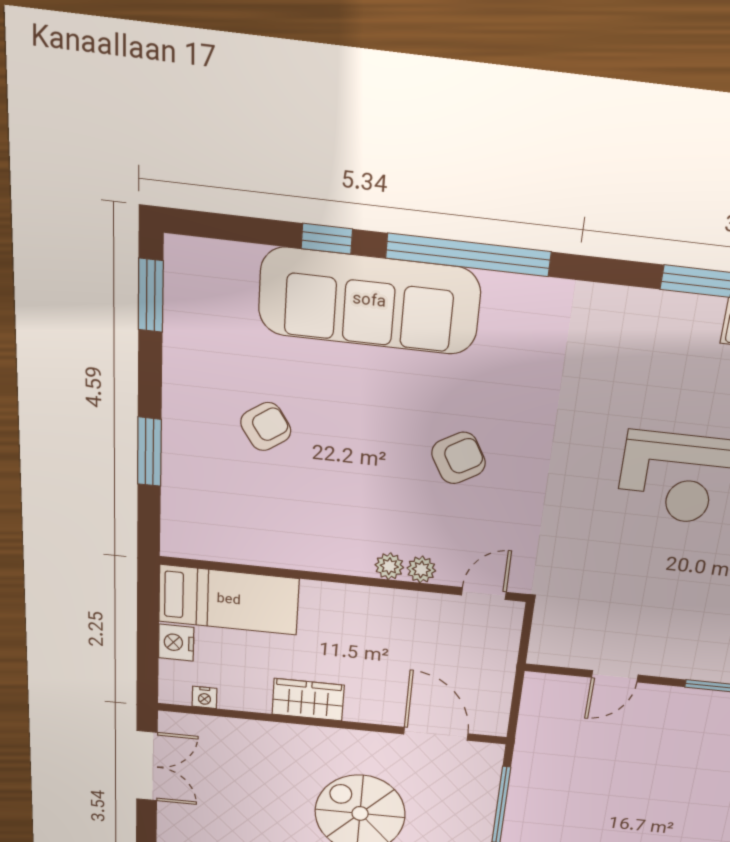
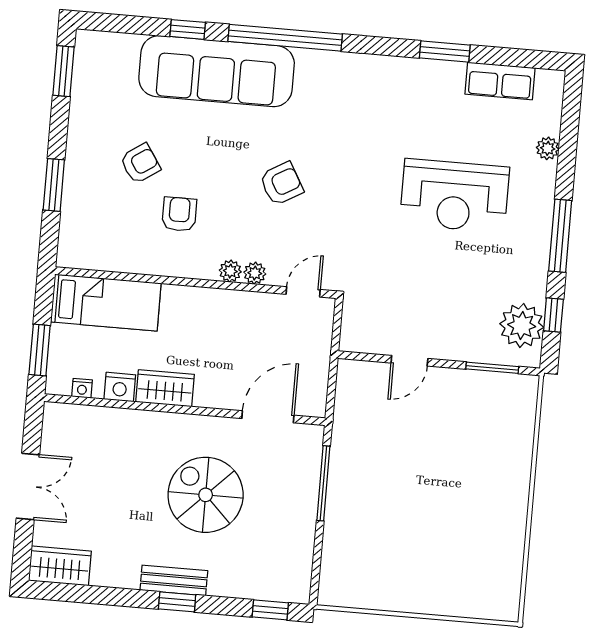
armchair: (321, 494) -> (179, 214), added
nightstand: (176, 643) -> (120, 387), moved, turned -90
window: (148, 653) -> (40, 350), added
door: (436, 734) -> (268, 417), hinge flipped
double door: (147, 766) -> (28, 486), moved

